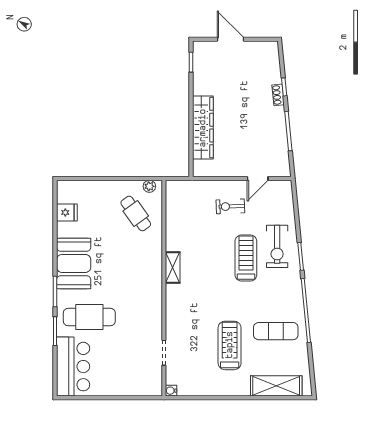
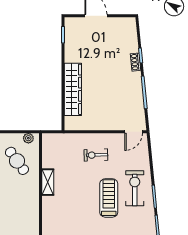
door: (258, 179) -> (134, 132), moved
exercise bike: (277, 246) -> (135, 188), turned 180
shelving: (173, 267) -> (48, 182), moved

